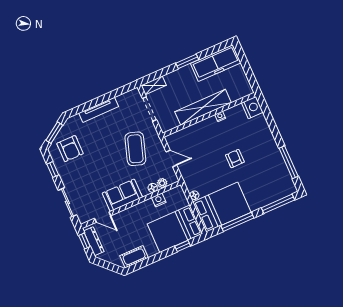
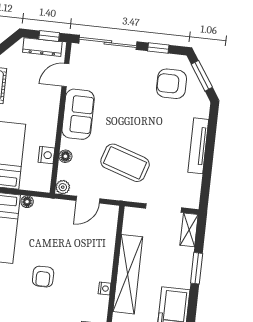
window: (187, 61) -> (197, 268), moved
armchair: (235, 159) -> (43, 277), turned 90
plant: (162, 183) -> (63, 187), moved
sliding door: (67, 203) -> (108, 42), width x1.37

